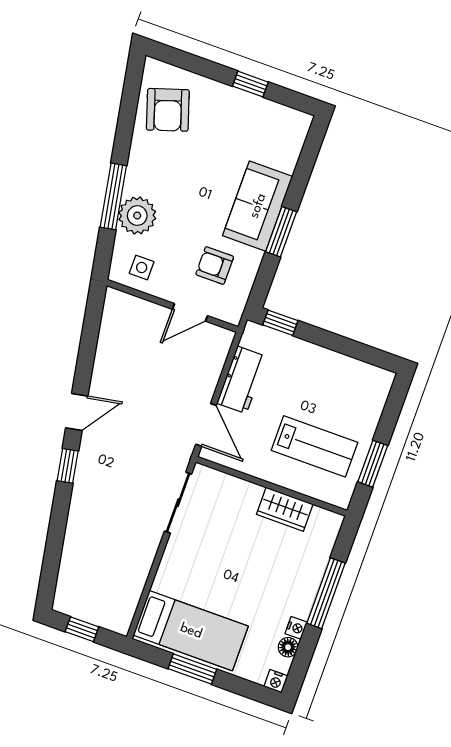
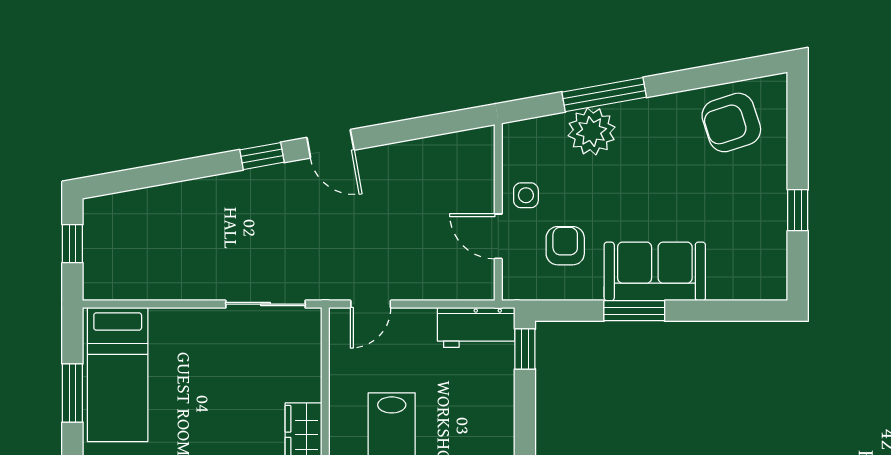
side table: (142, 268) -> (526, 195), moved
workbench: (242, 380) -> (476, 327), moved
door: (206, 425) -> (371, 304), width x0.73

